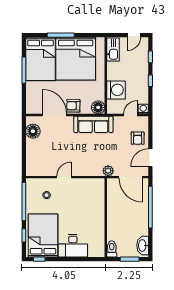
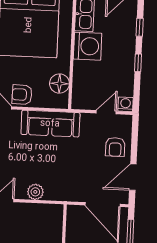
washing machine: (116, 90) -> (88, 46), moved
floor lamp: (98, 107) -> (59, 84), moved
plant: (108, 171) -> (35, 192), moved

